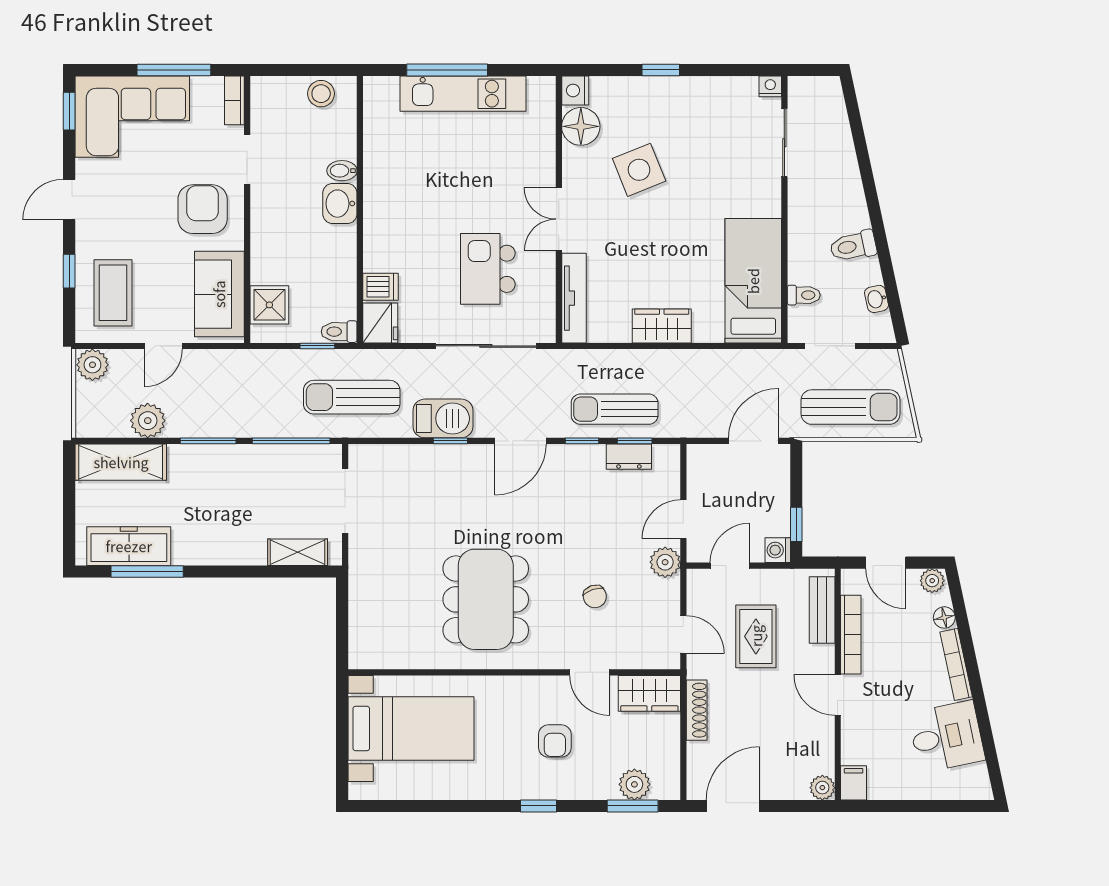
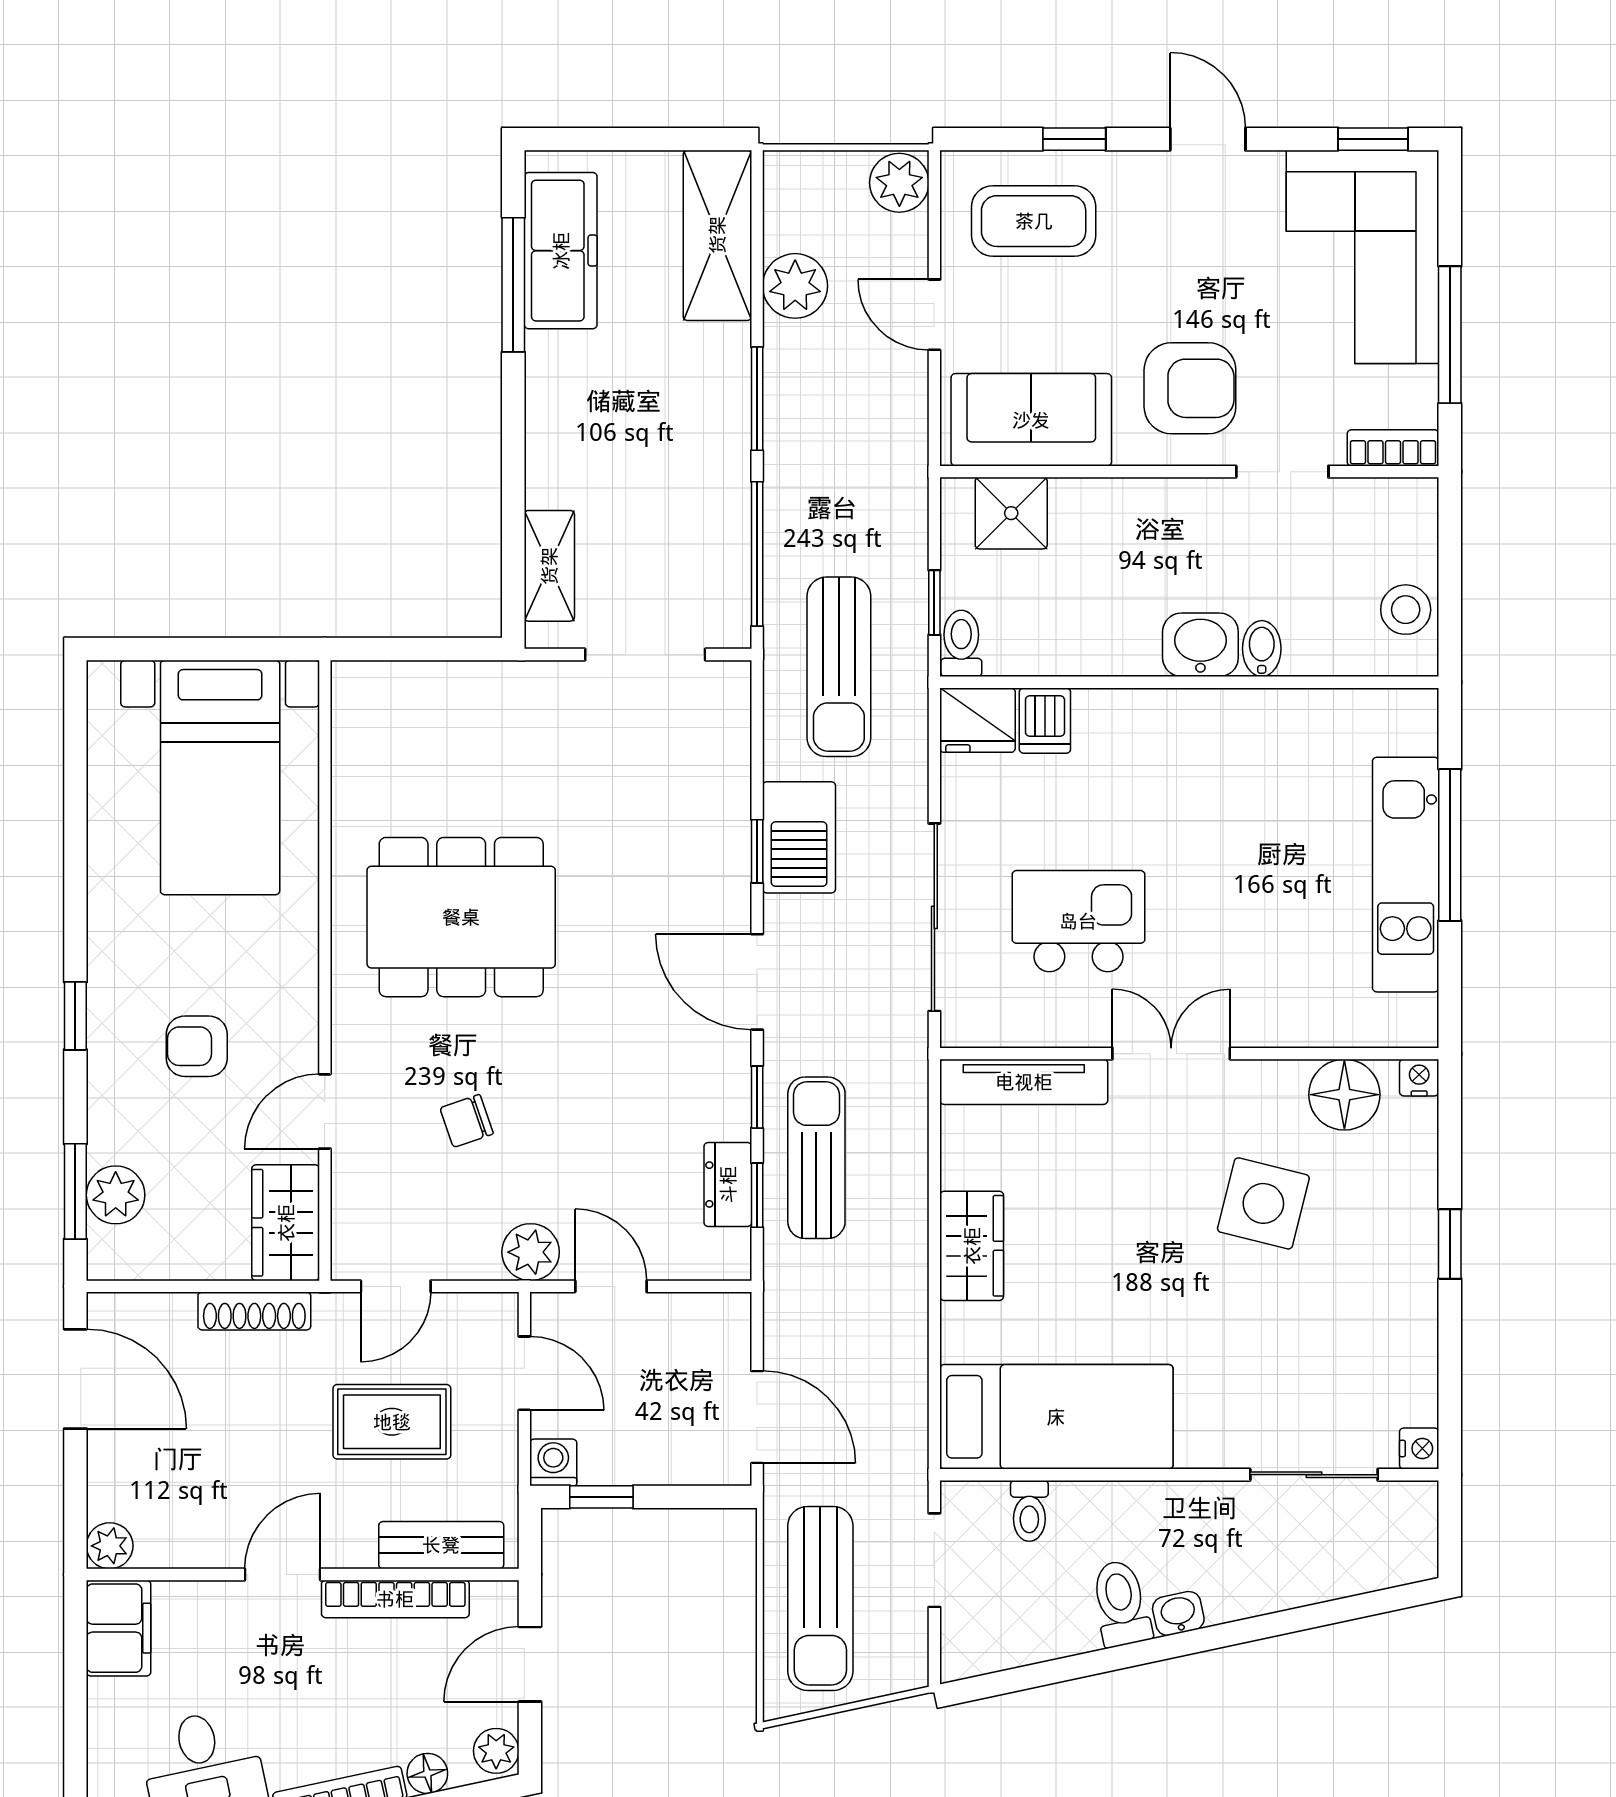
nightstand: (575, 90) -> (1419, 1078), width x0.72, depth x0.74
side table: (639, 170) -> (1263, 1203), turned 36
washbasin: (877, 299) -> (1178, 1614), moved
sun lounger: (352, 397) -> (839, 667), turned 180
filing cabinet: (854, 783) -> (119, 1628), width x2.00

